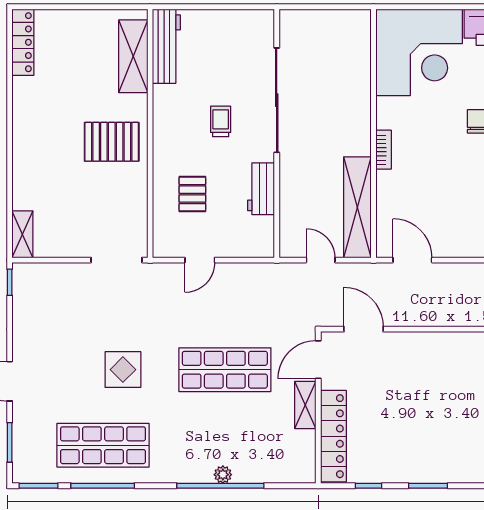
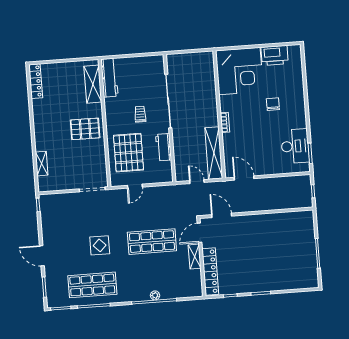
pallet: (192, 194) -> (129, 153), width x2.05, depth x2.00
shelving: (22, 234) -> (42, 164), moved

